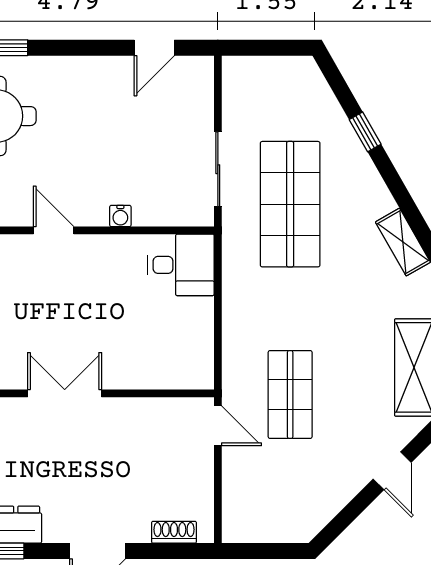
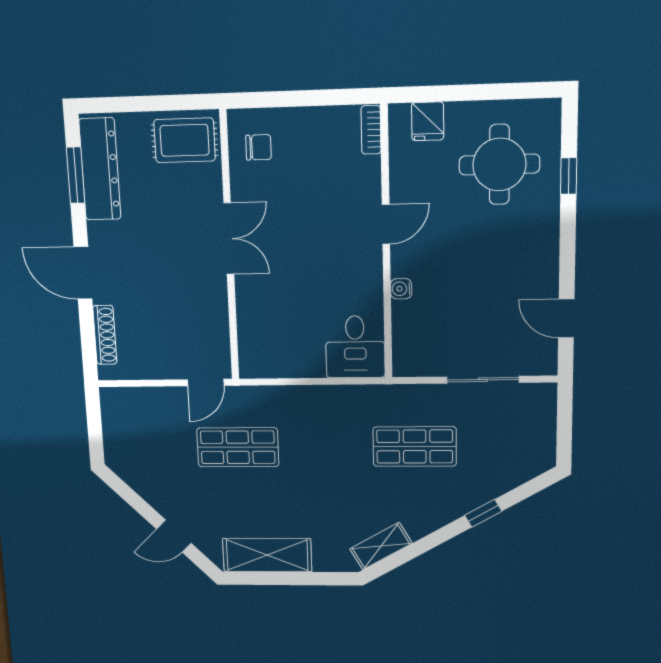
sliding door: (218, 169) -> (483, 380), moved
shop shelf: (290, 204) -> (415, 446), width x0.70, depth x0.74
shoe rack: (174, 532) -> (105, 335), width x1.43

